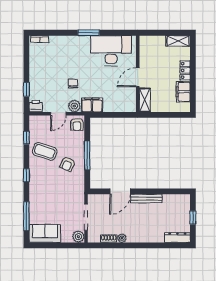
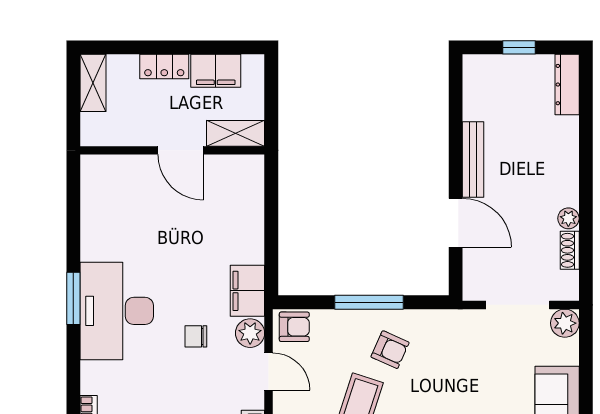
desk: (111, 51) -> (117, 311), moved
wall: (138, 74) -> (172, 150), moved
door: (138, 77) -> (181, 150), moved
shelving: (145, 100) -> (236, 133), moved

